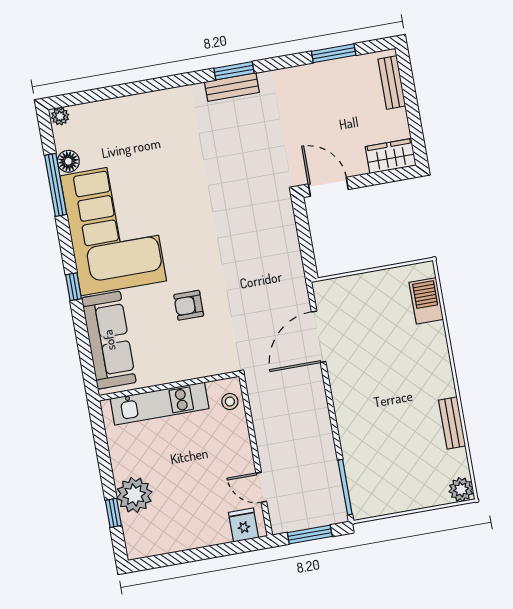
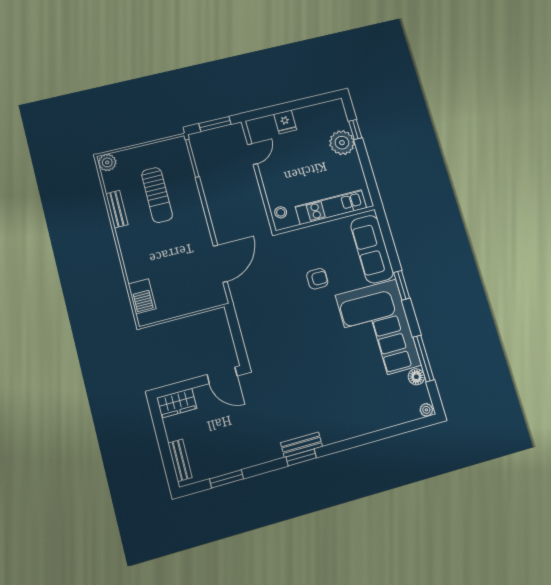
window: (74, 287) -> (402, 285), width x1.50
sun lounger: (397, 439) -> (157, 195), added
door: (261, 487) -> (252, 154), hinge flipped
fridge: (243, 525) -> (285, 122), moved

